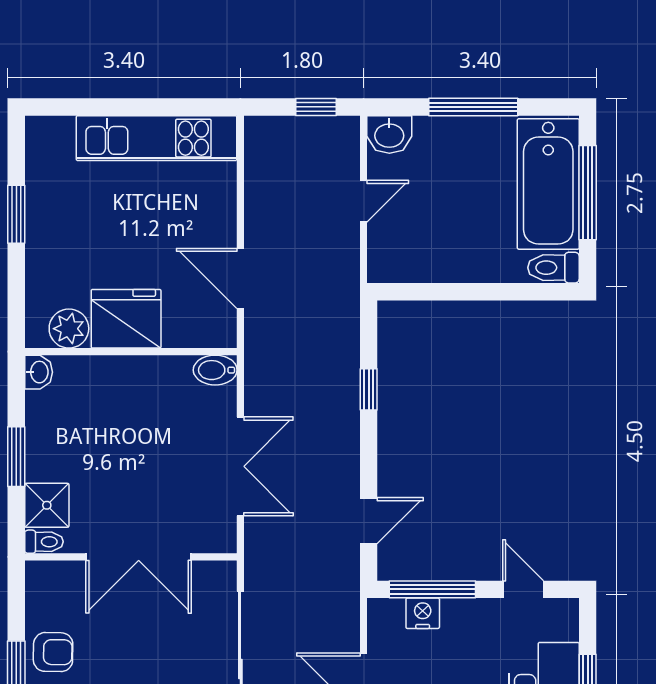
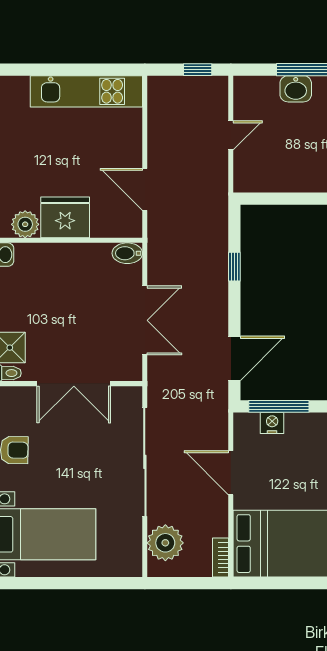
washbasin: (389, 134) -> (296, 89), moved
door: (369, 521) -> (234, 358), width x1.38

